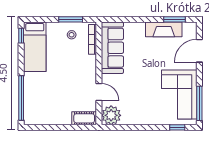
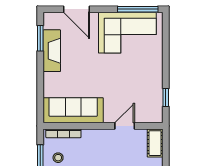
plant: (111, 115) -> (152, 112), removed
window: (177, 127) -> (166, 97), moved

